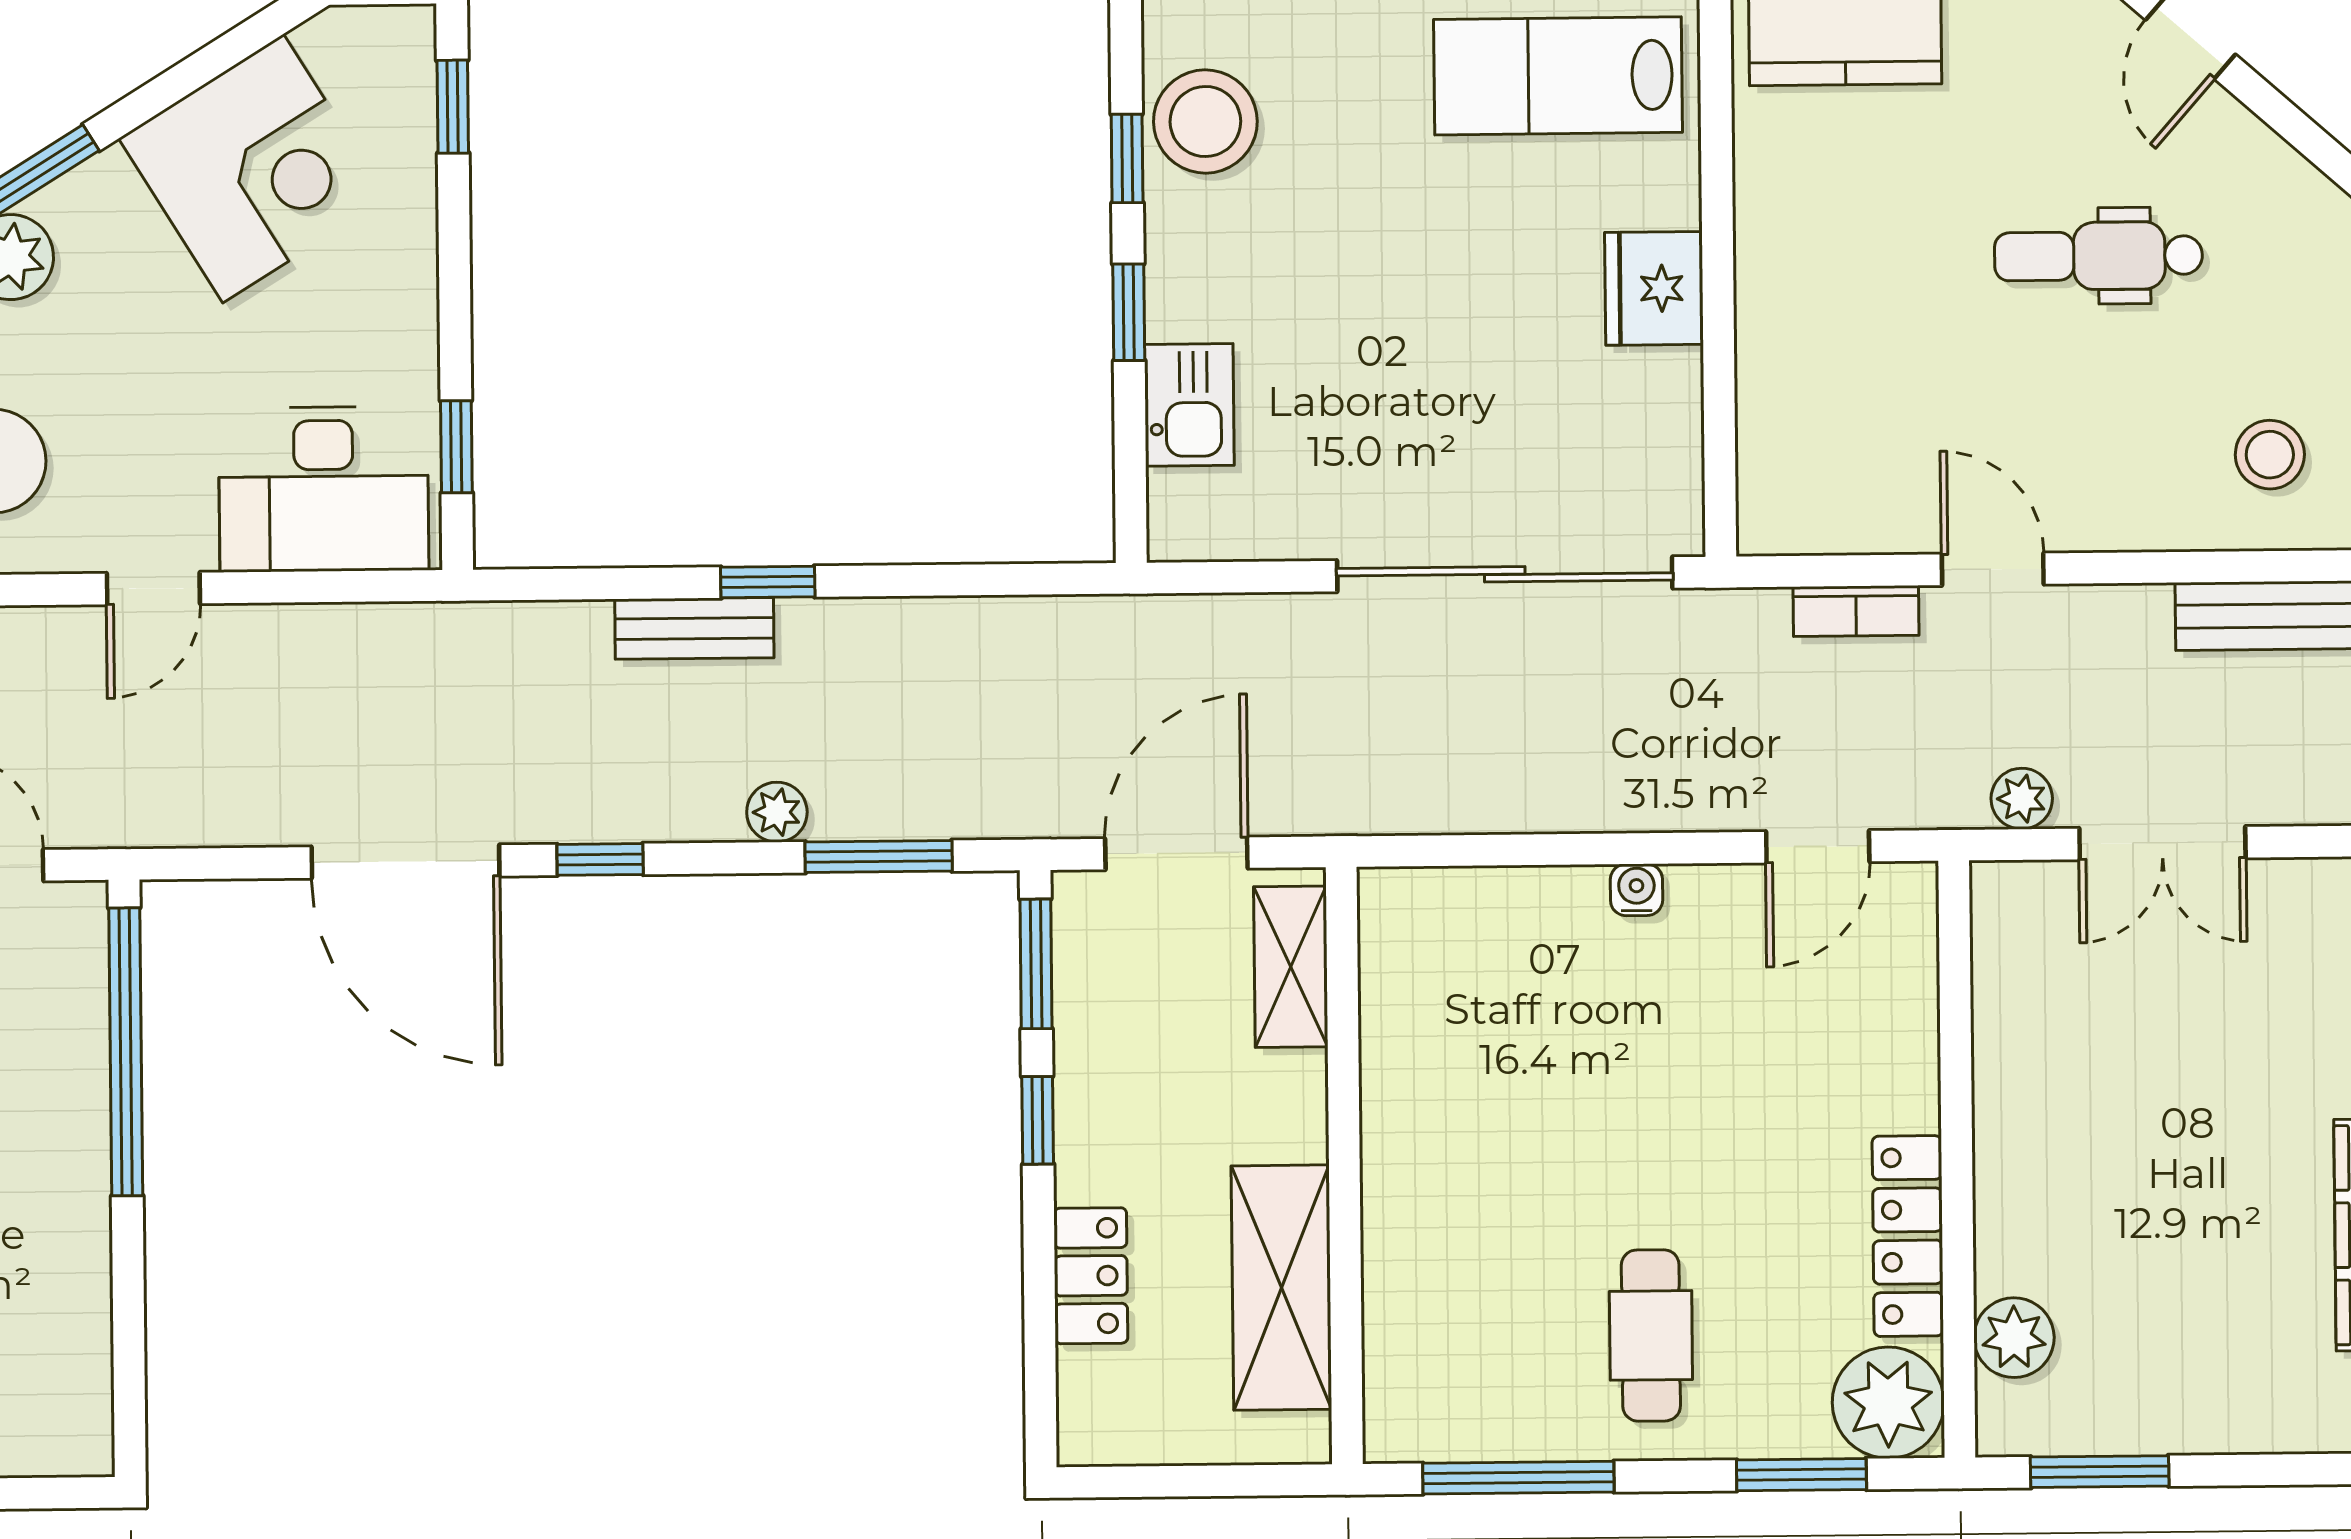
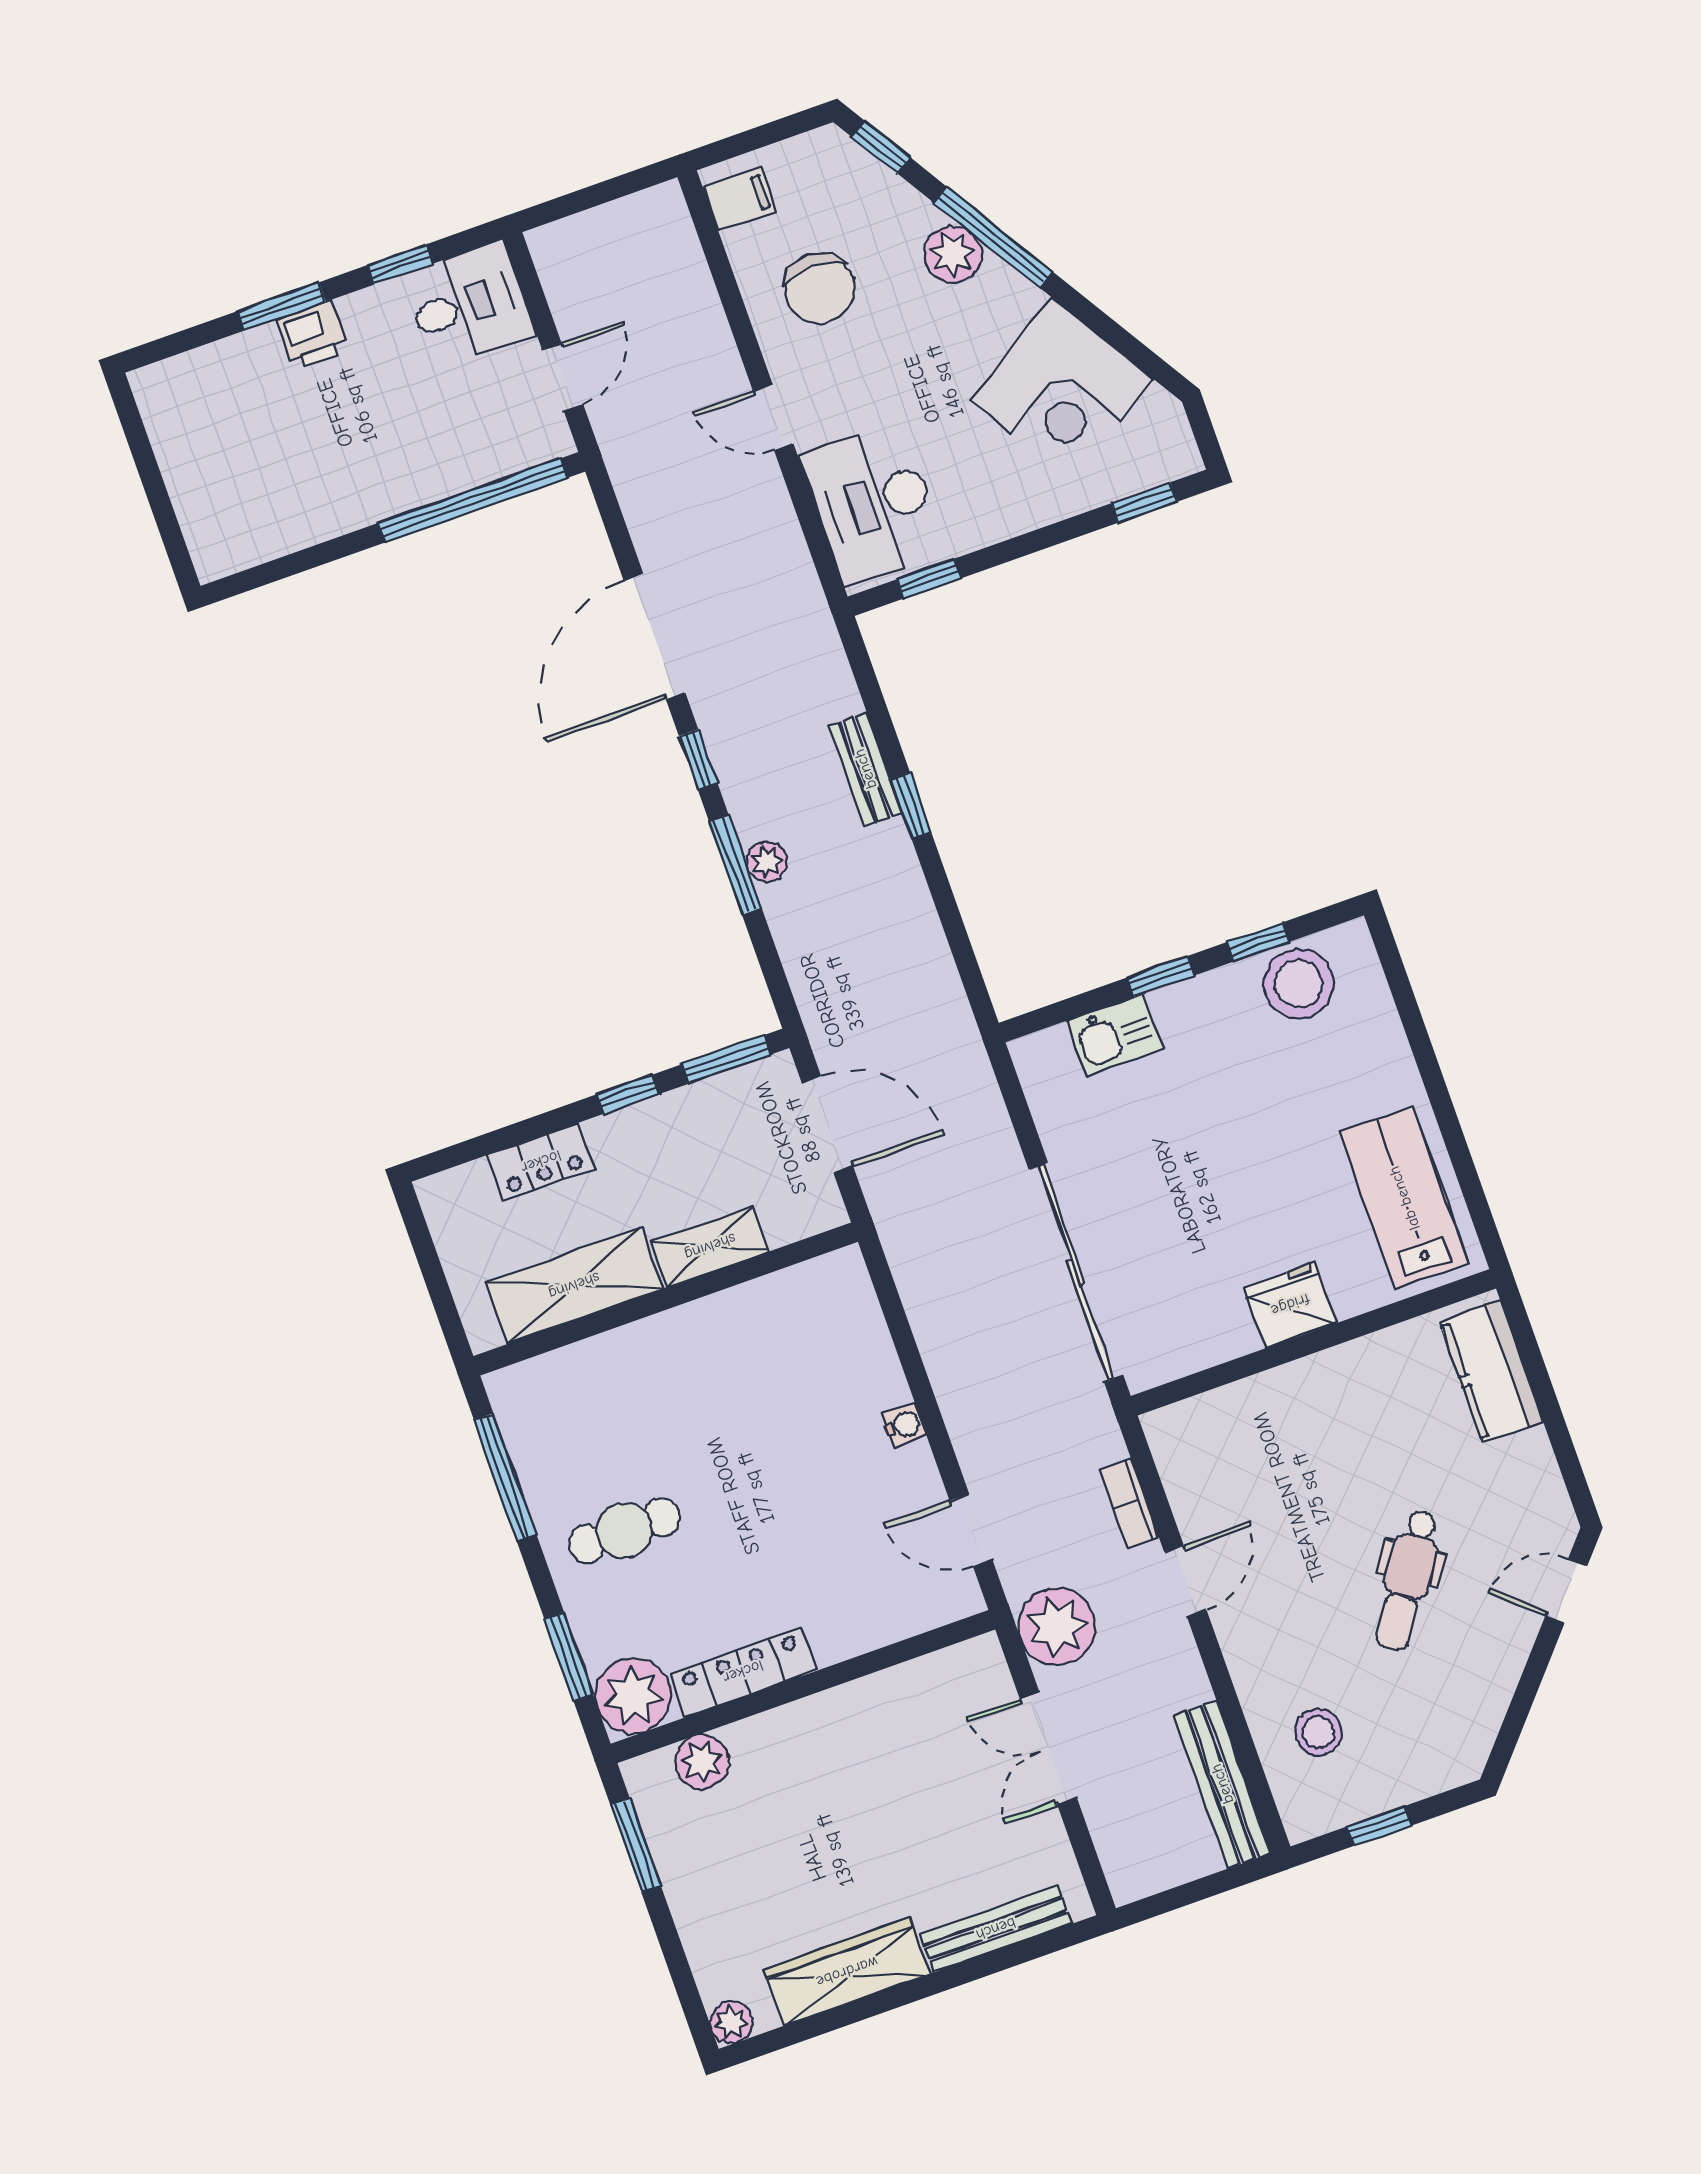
dental chair: (2099, 256) -> (1407, 1580), turned -146
plant: (2022, 799) -> (1057, 1626), width x1.88, depth x1.88
window: (879, 857) -> (735, 865), moved
shelving: (1291, 967) -> (710, 1247), moved

